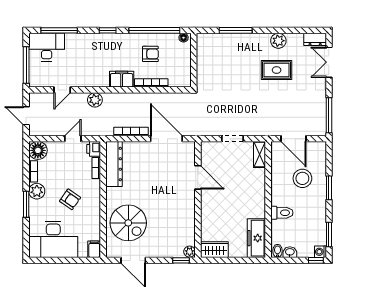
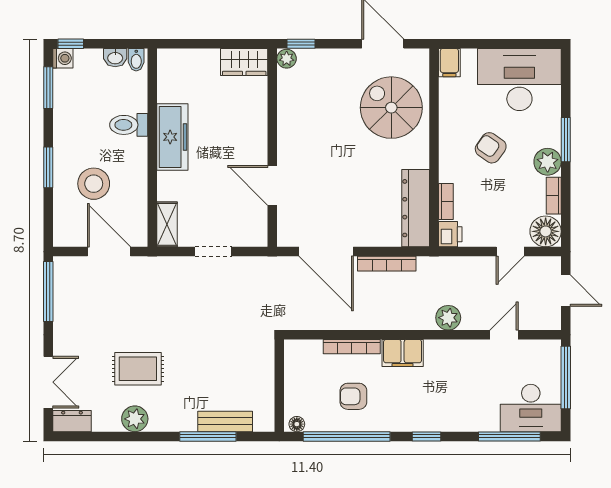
bench: (225, 39) -> (225, 421), added
door: (73, 139) -> (510, 252), moved
freezer: (256, 238) -> (172, 137), moved

